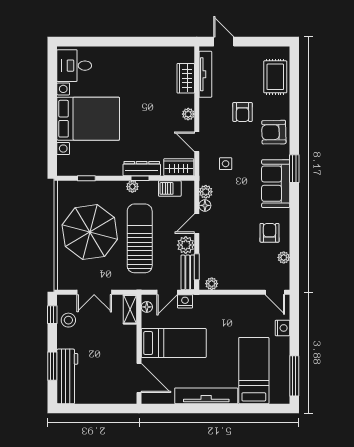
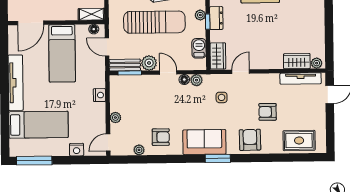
plant: (188, 114) -> (317, 63), moved
dresser: (142, 169) -> (216, 18), width x0.70
plant: (212, 284) -> (115, 118), moved
nightstand: (185, 301) -> (99, 95), moved

